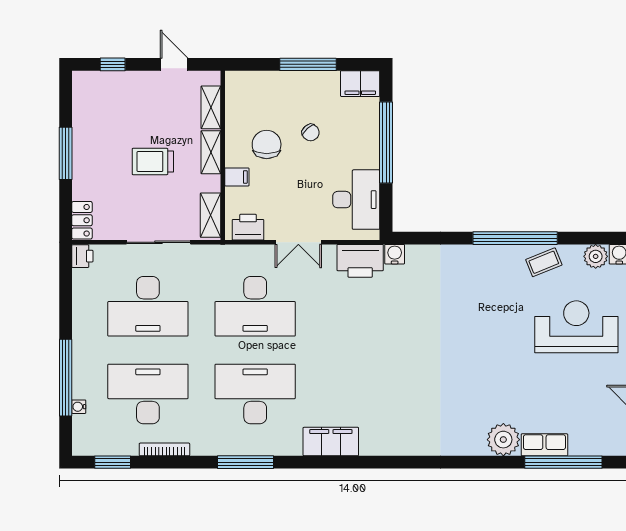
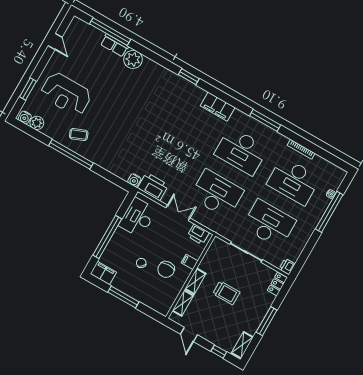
shelving: (211, 215) -> (242, 345), moved
coffee table: (544, 262) -> (79, 135), moved
window: (113, 462) -> (189, 77), moved

